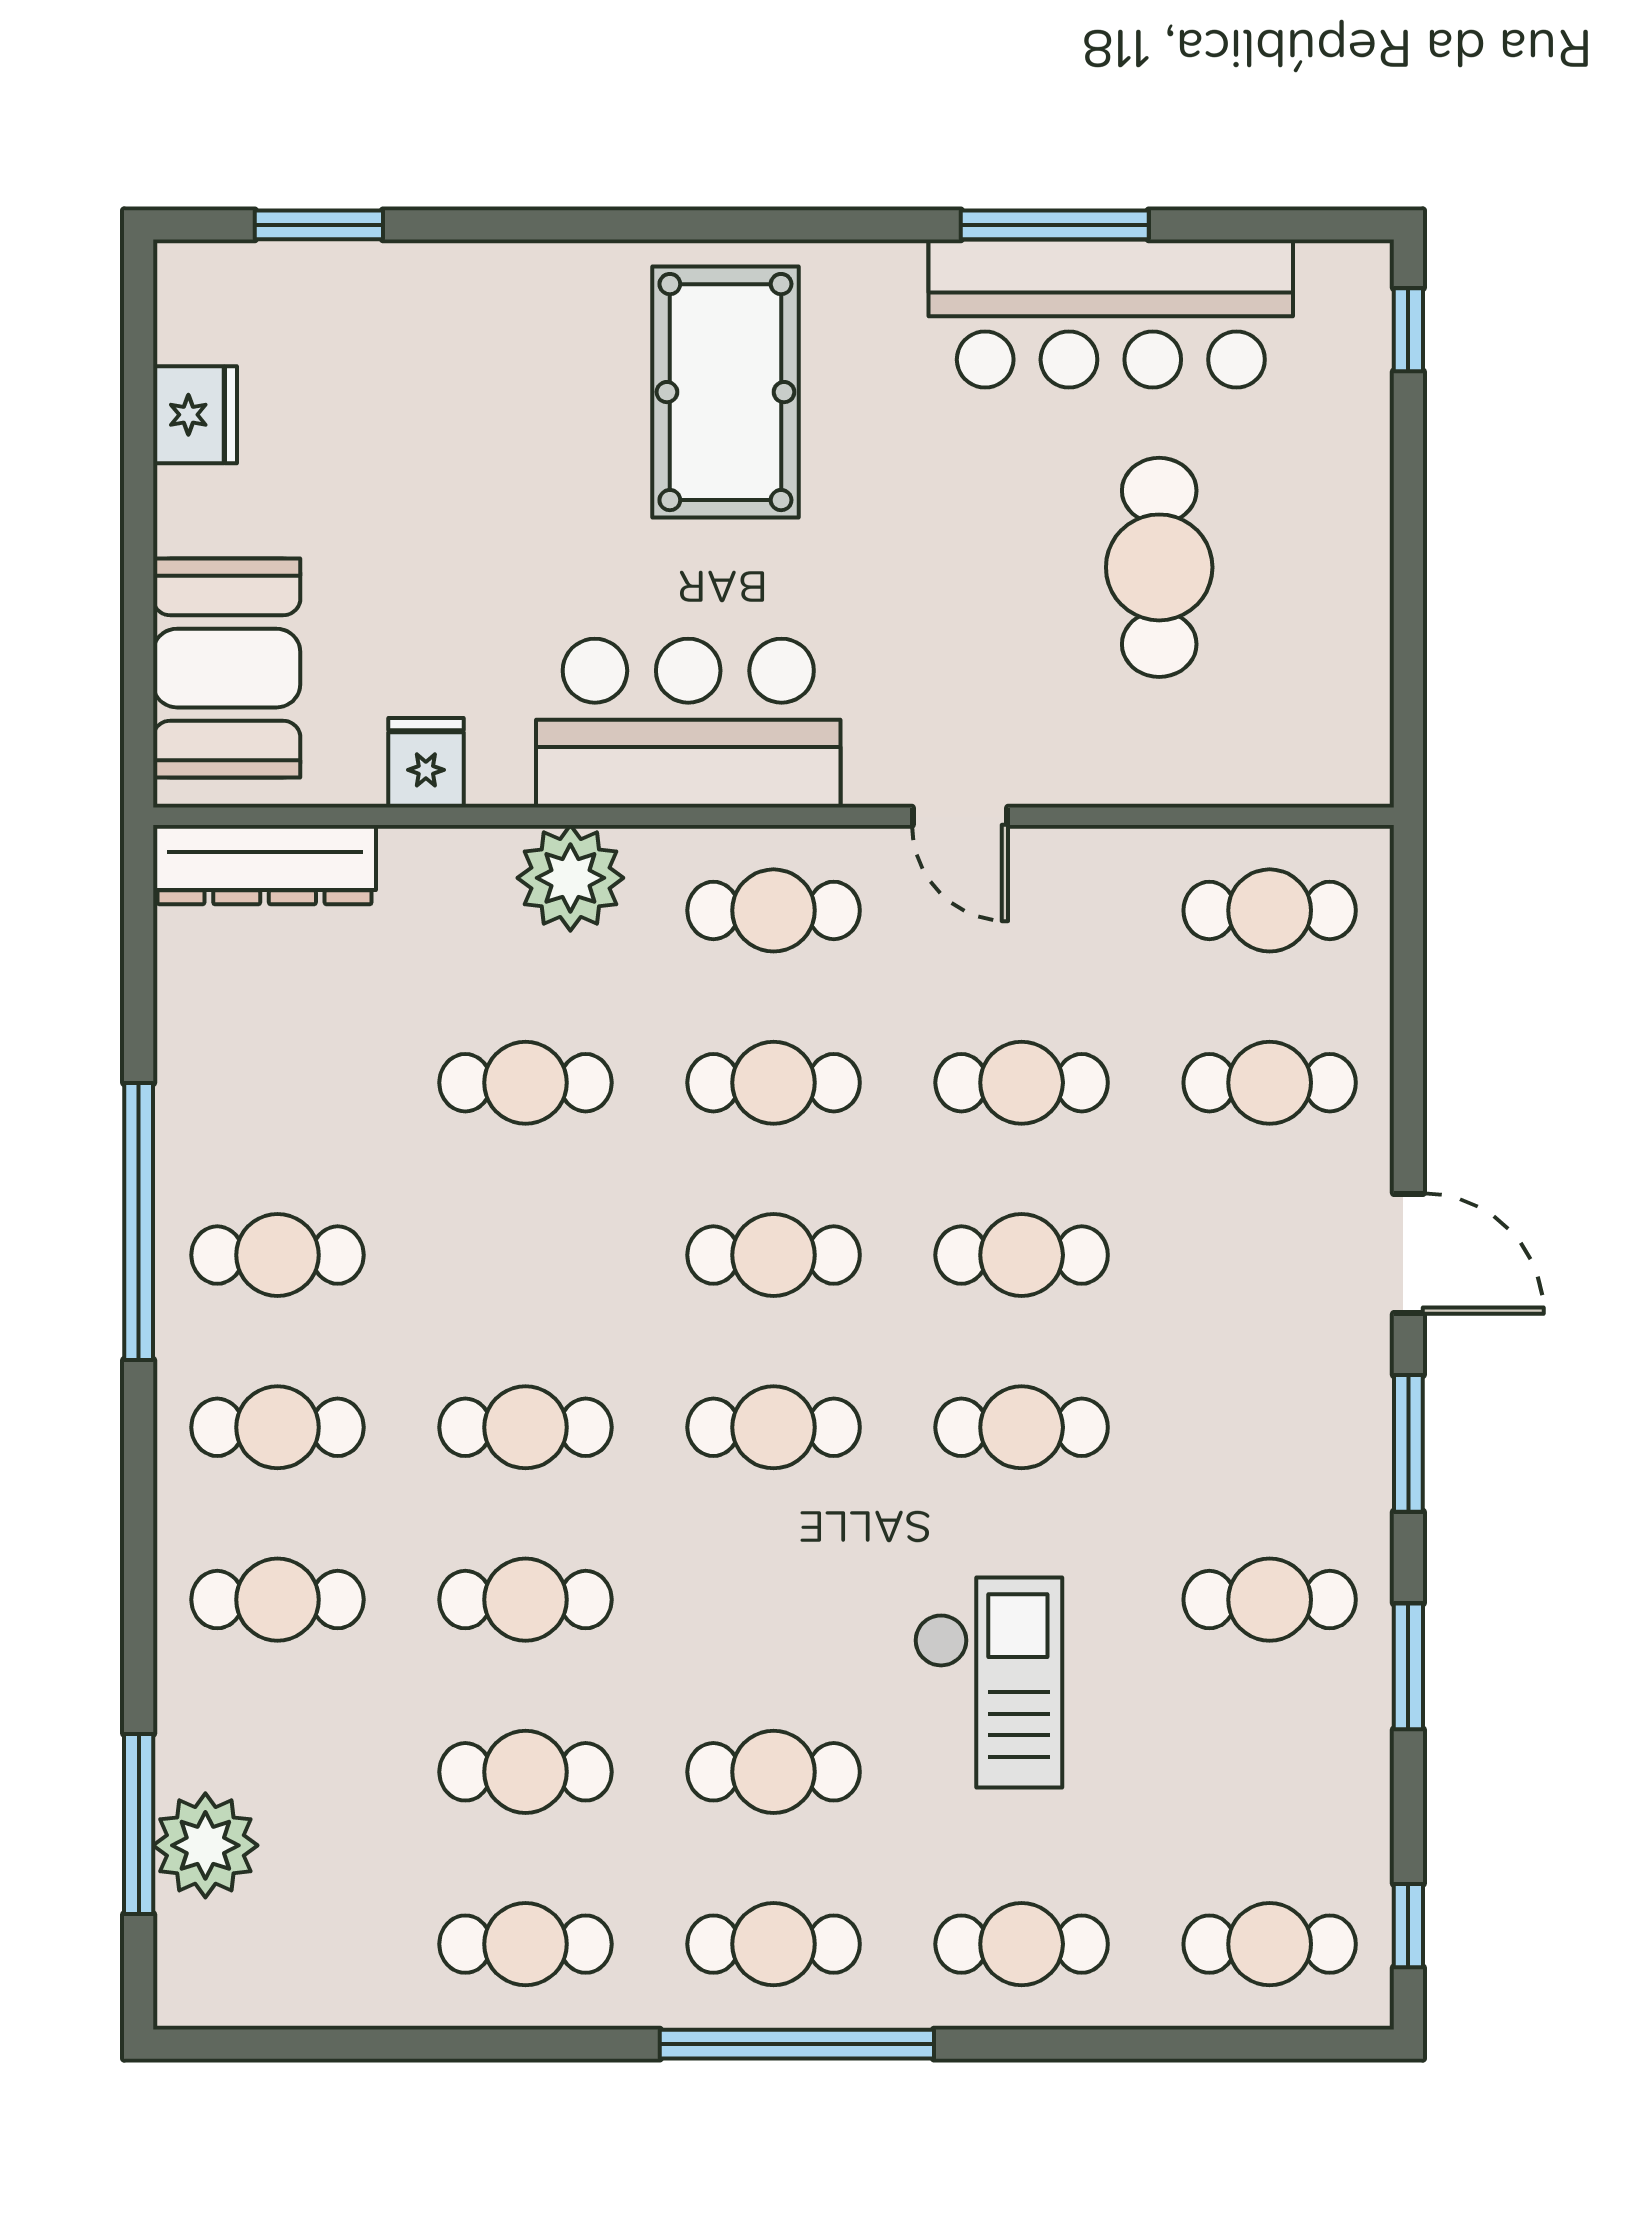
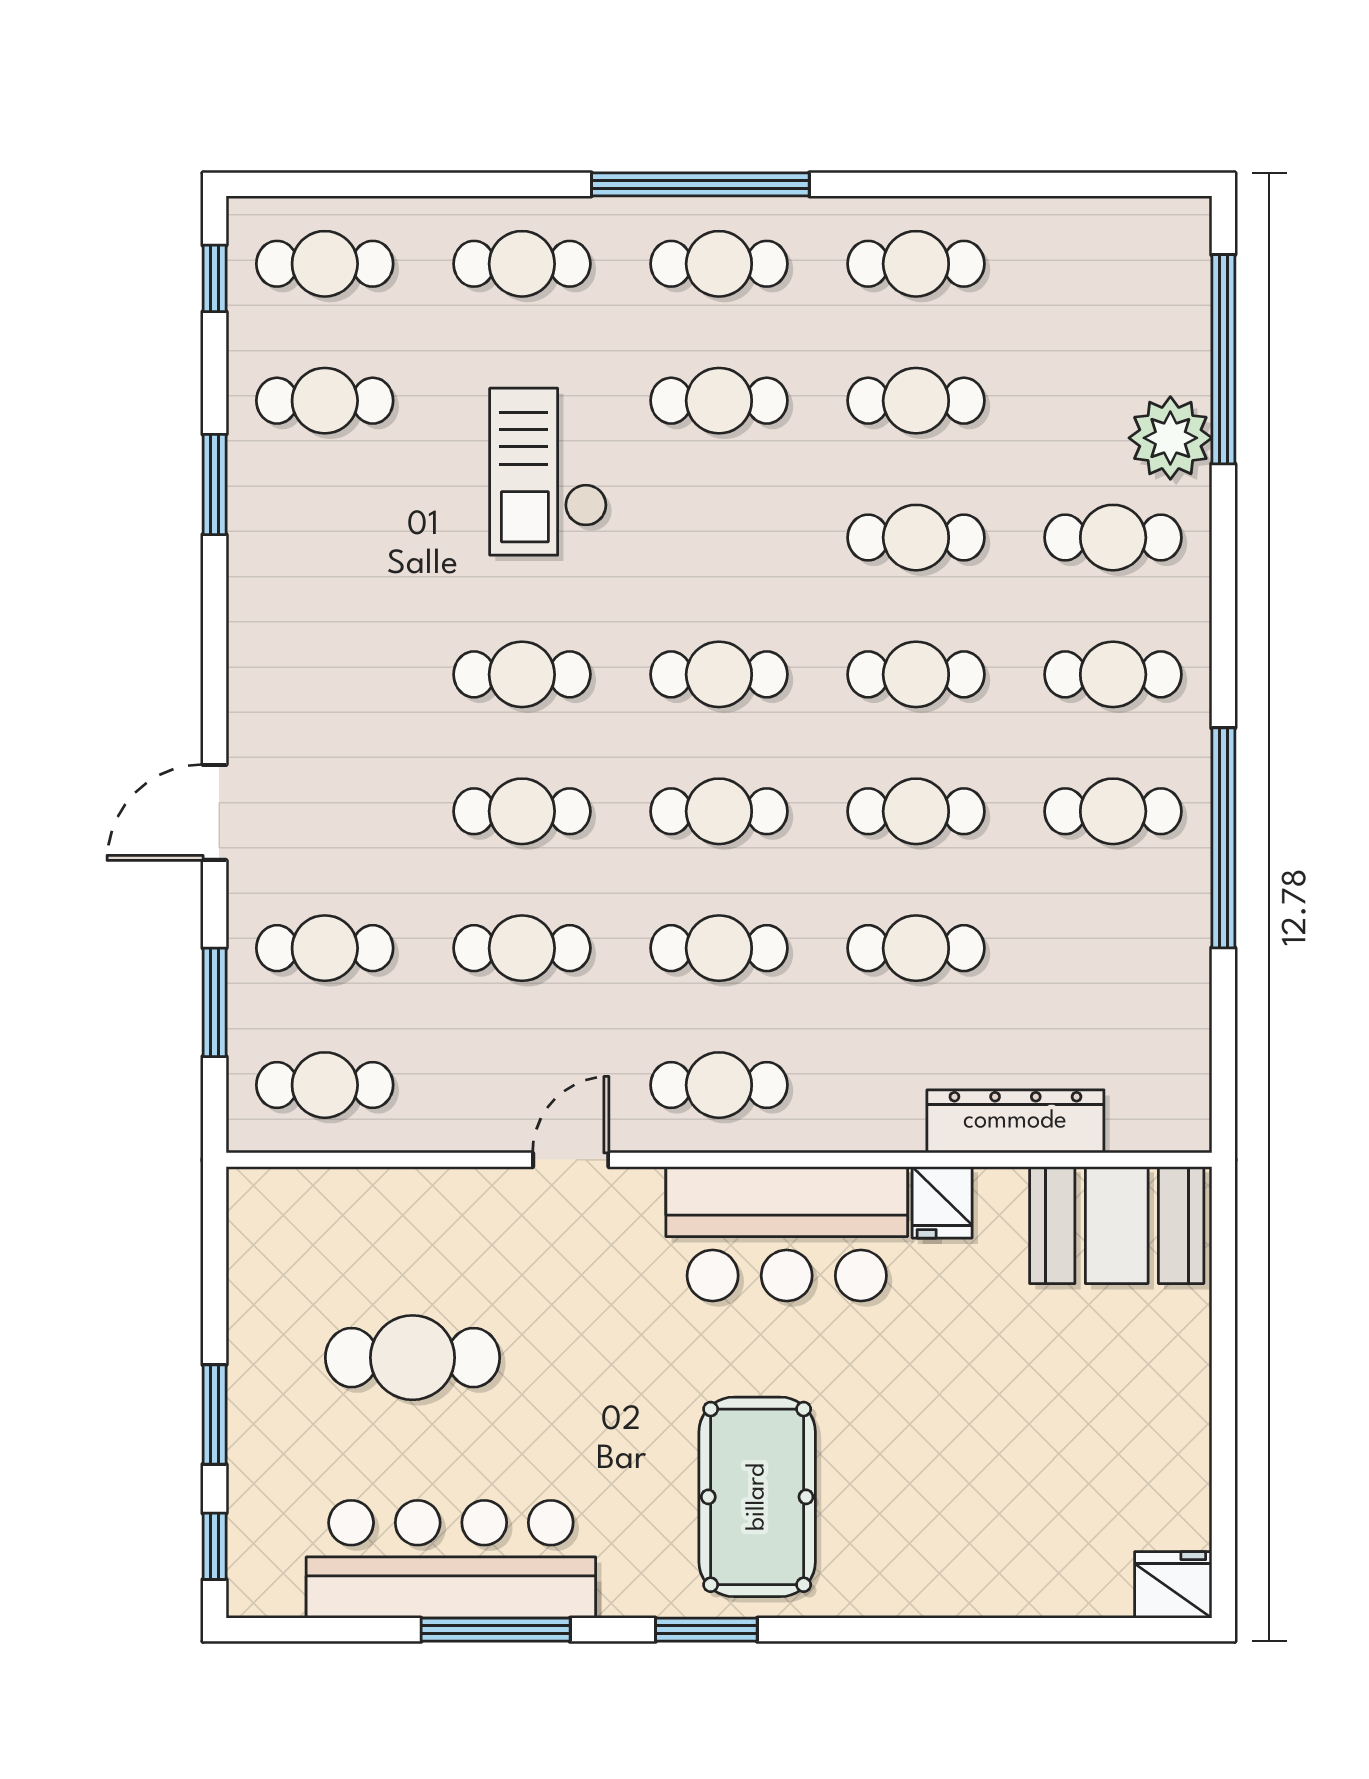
window: (319, 225) -> (706, 1630), moved
fridge: (195, 415) -> (1173, 1585), moved, turned 90
window: (1408, 496) -> (215, 1414), added
cafe table: (1159, 567) -> (413, 1358), turned 90
booth: (227, 668) -> (1117, 1225), moved, turned 90
fridge: (426, 763) -> (942, 1202), moved
door: (960, 816) -> (571, 1160), hinge flipped
dresser: (265, 865) -> (1015, 1121), moved
plant: (570, 878) -> (880, 1111), removed
door: (1408, 1254) -> (215, 812), hinge flipped
cafe table: (526, 1255) -> (916, 811), added
window: (1408, 1443) -> (215, 1002), moved
cafe table: (1270, 1600) -> (325, 401), moved
window: (139, 1824) -> (1223, 359), width x1.46
plant: (205, 1845) -> (1170, 438), moved

